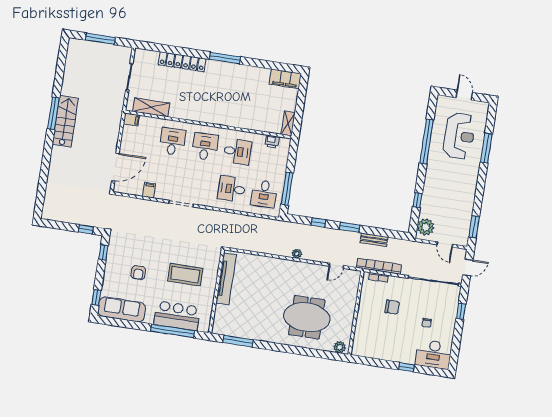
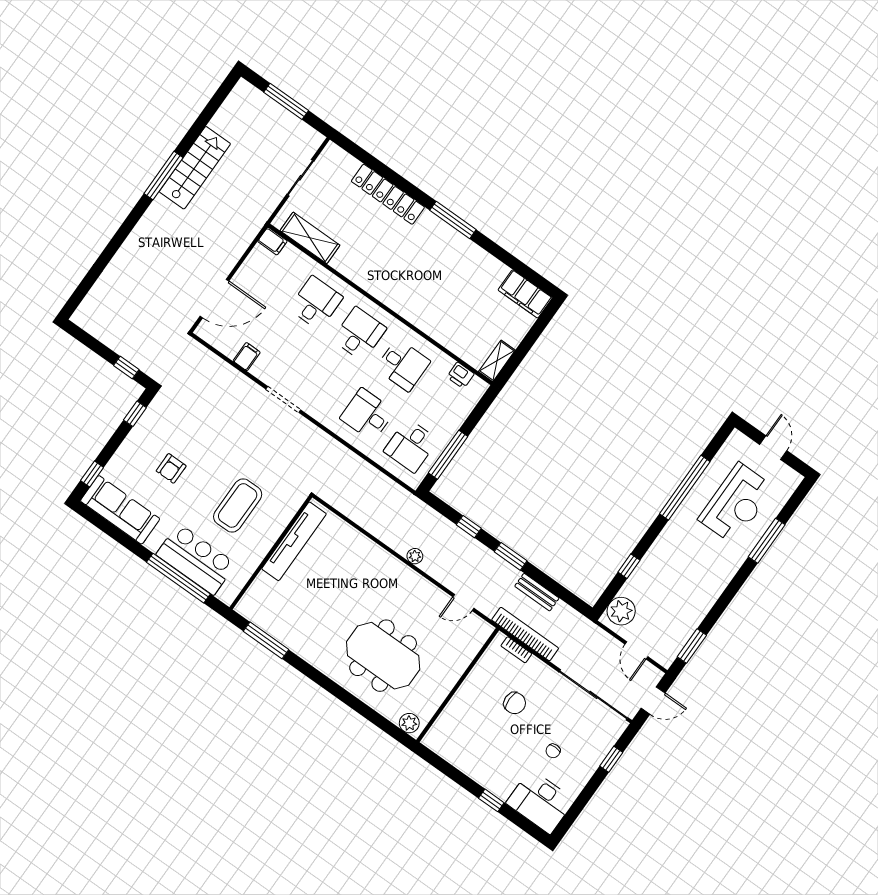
stairs: (65, 121) -> (195, 168), moved
coffee table: (185, 275) -> (238, 505), turned 90

